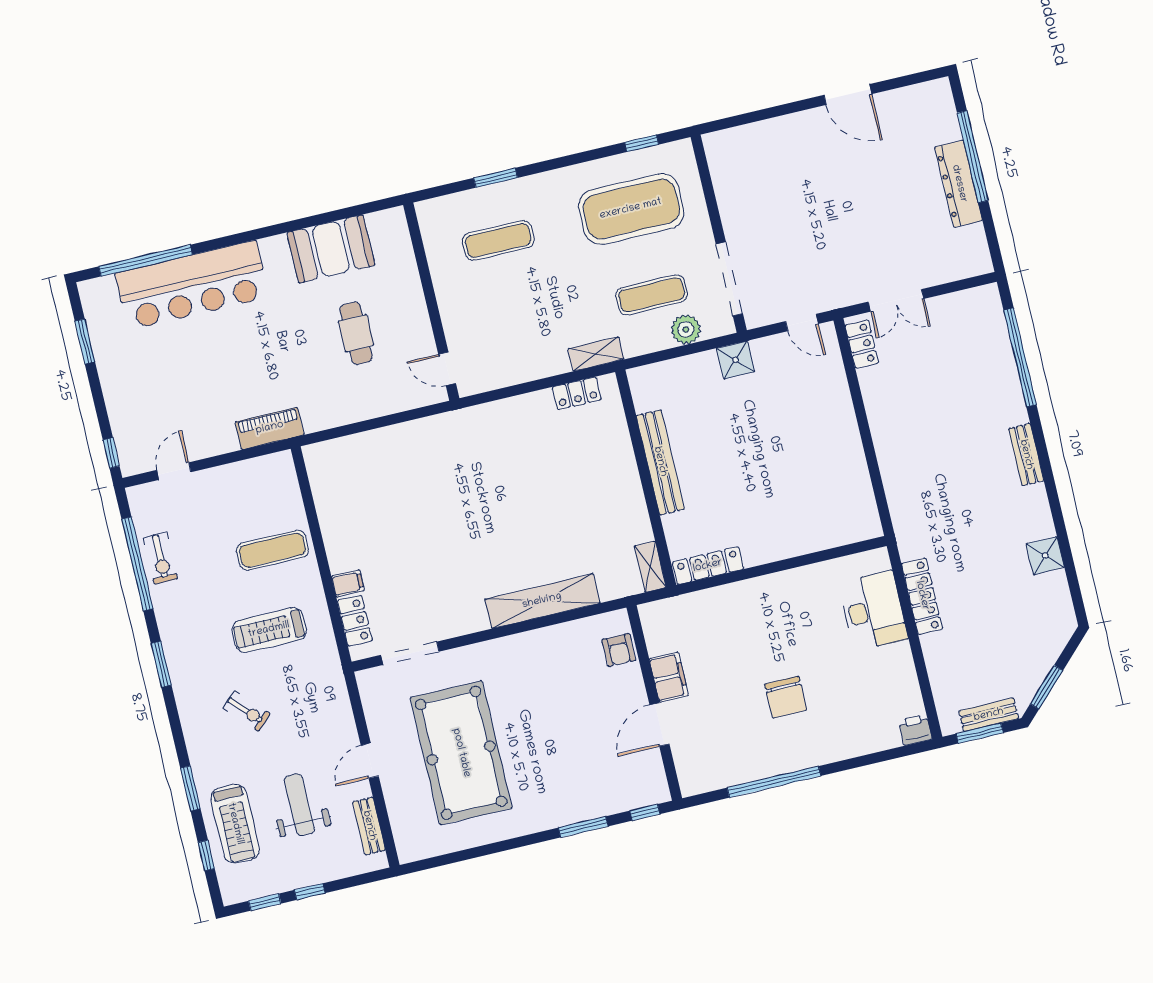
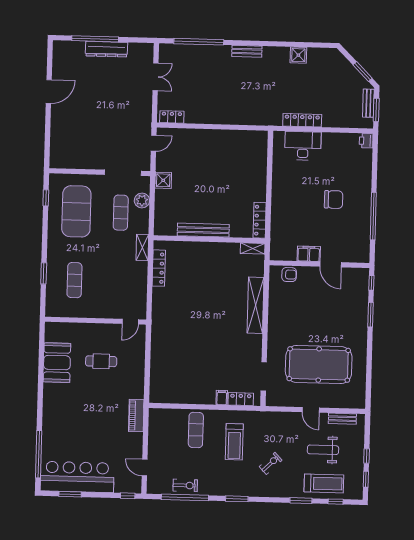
bar counter: (192, 285) -> (77, 477), moved, turned -90
double door: (896, 300) -> (155, 77), moved
locker: (577, 393) -> (159, 268), width x1.53

